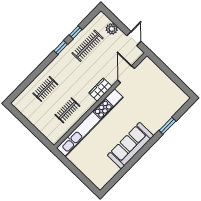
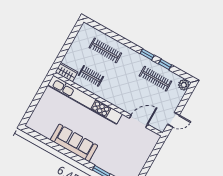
plant: (112, 29) -> (184, 85), moved
clothes rail: (45, 89) -> (105, 50), width x1.36
wardrobe: (100, 90) -> (66, 72), moved

